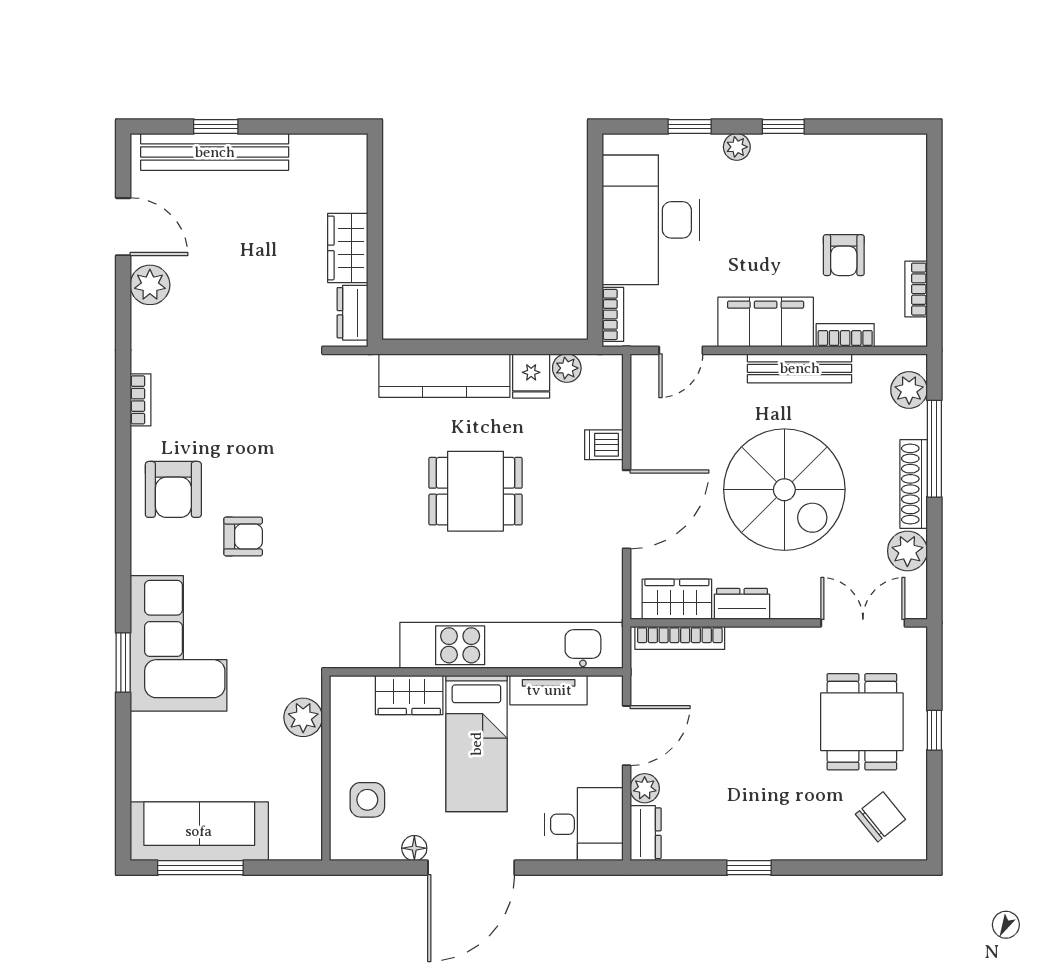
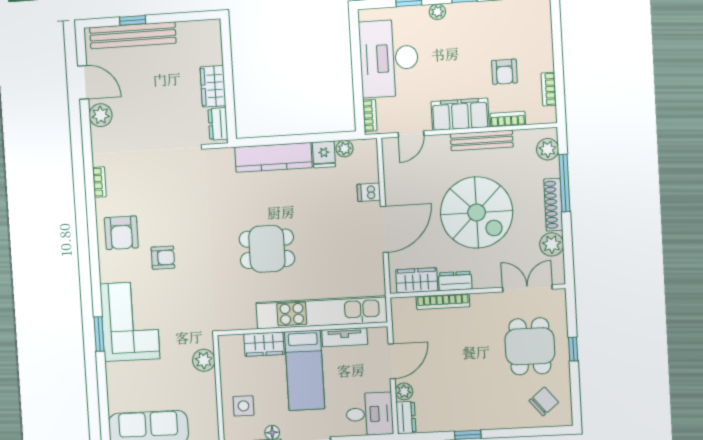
dining table: (476, 491) -> (267, 249), moved
bookcase: (680, 638) -> (443, 302), moved

